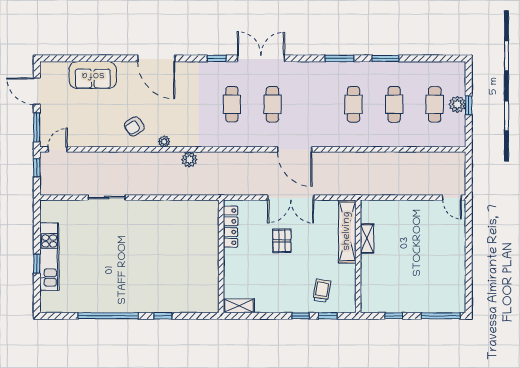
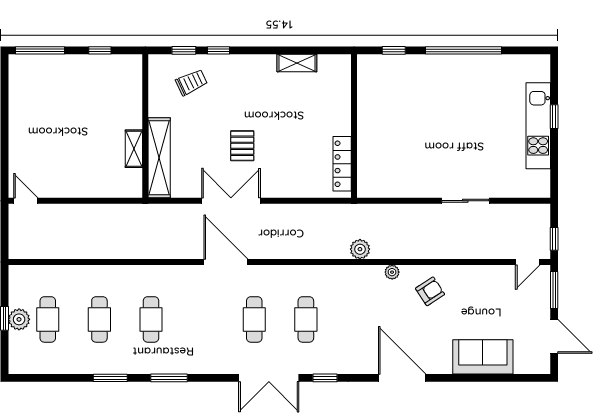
locker: (231, 227) -> (342, 164), moved
wall: (221, 256) -> (354, 126), moved
trolley: (322, 291) -> (191, 82), turned -124

